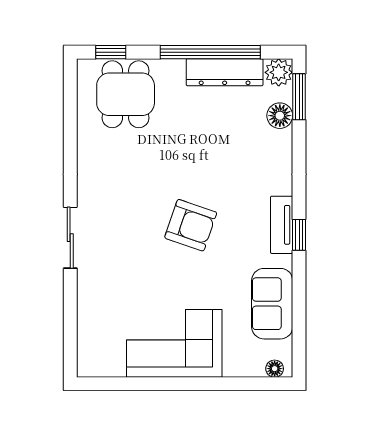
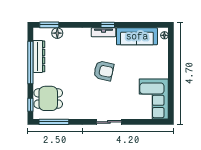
plant: (279, 72) -> (39, 34), removed
window: (70, 108) -> (54, 122), added
armchair: (191, 225) -> (104, 71), turned 83
sofa: (272, 304) -> (137, 36), width x1.36
corner sofa: (174, 343) -> (154, 99), moved

